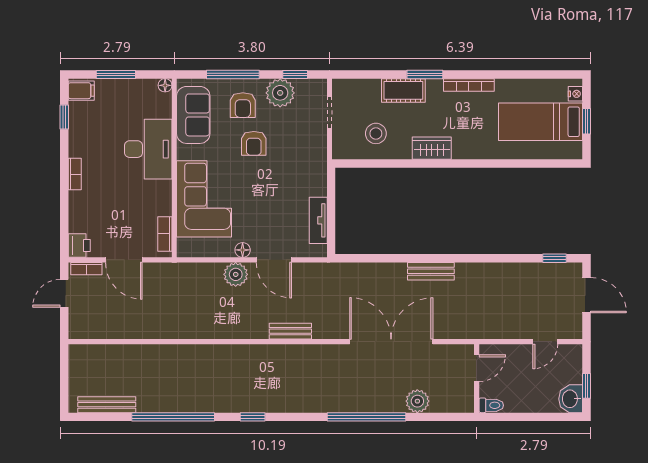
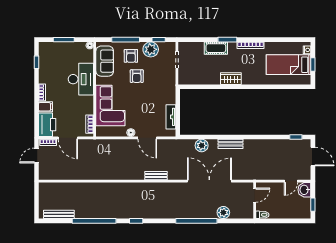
filing cabinet: (81, 91) -> (45, 107), moved
stool: (376, 133) -> (201, 71), removed
printer: (79, 246) -> (47, 125), width x1.87, depth x1.48
plant: (236, 274) -> (202, 145), moved
washbasin: (571, 399) -> (304, 190), moved

